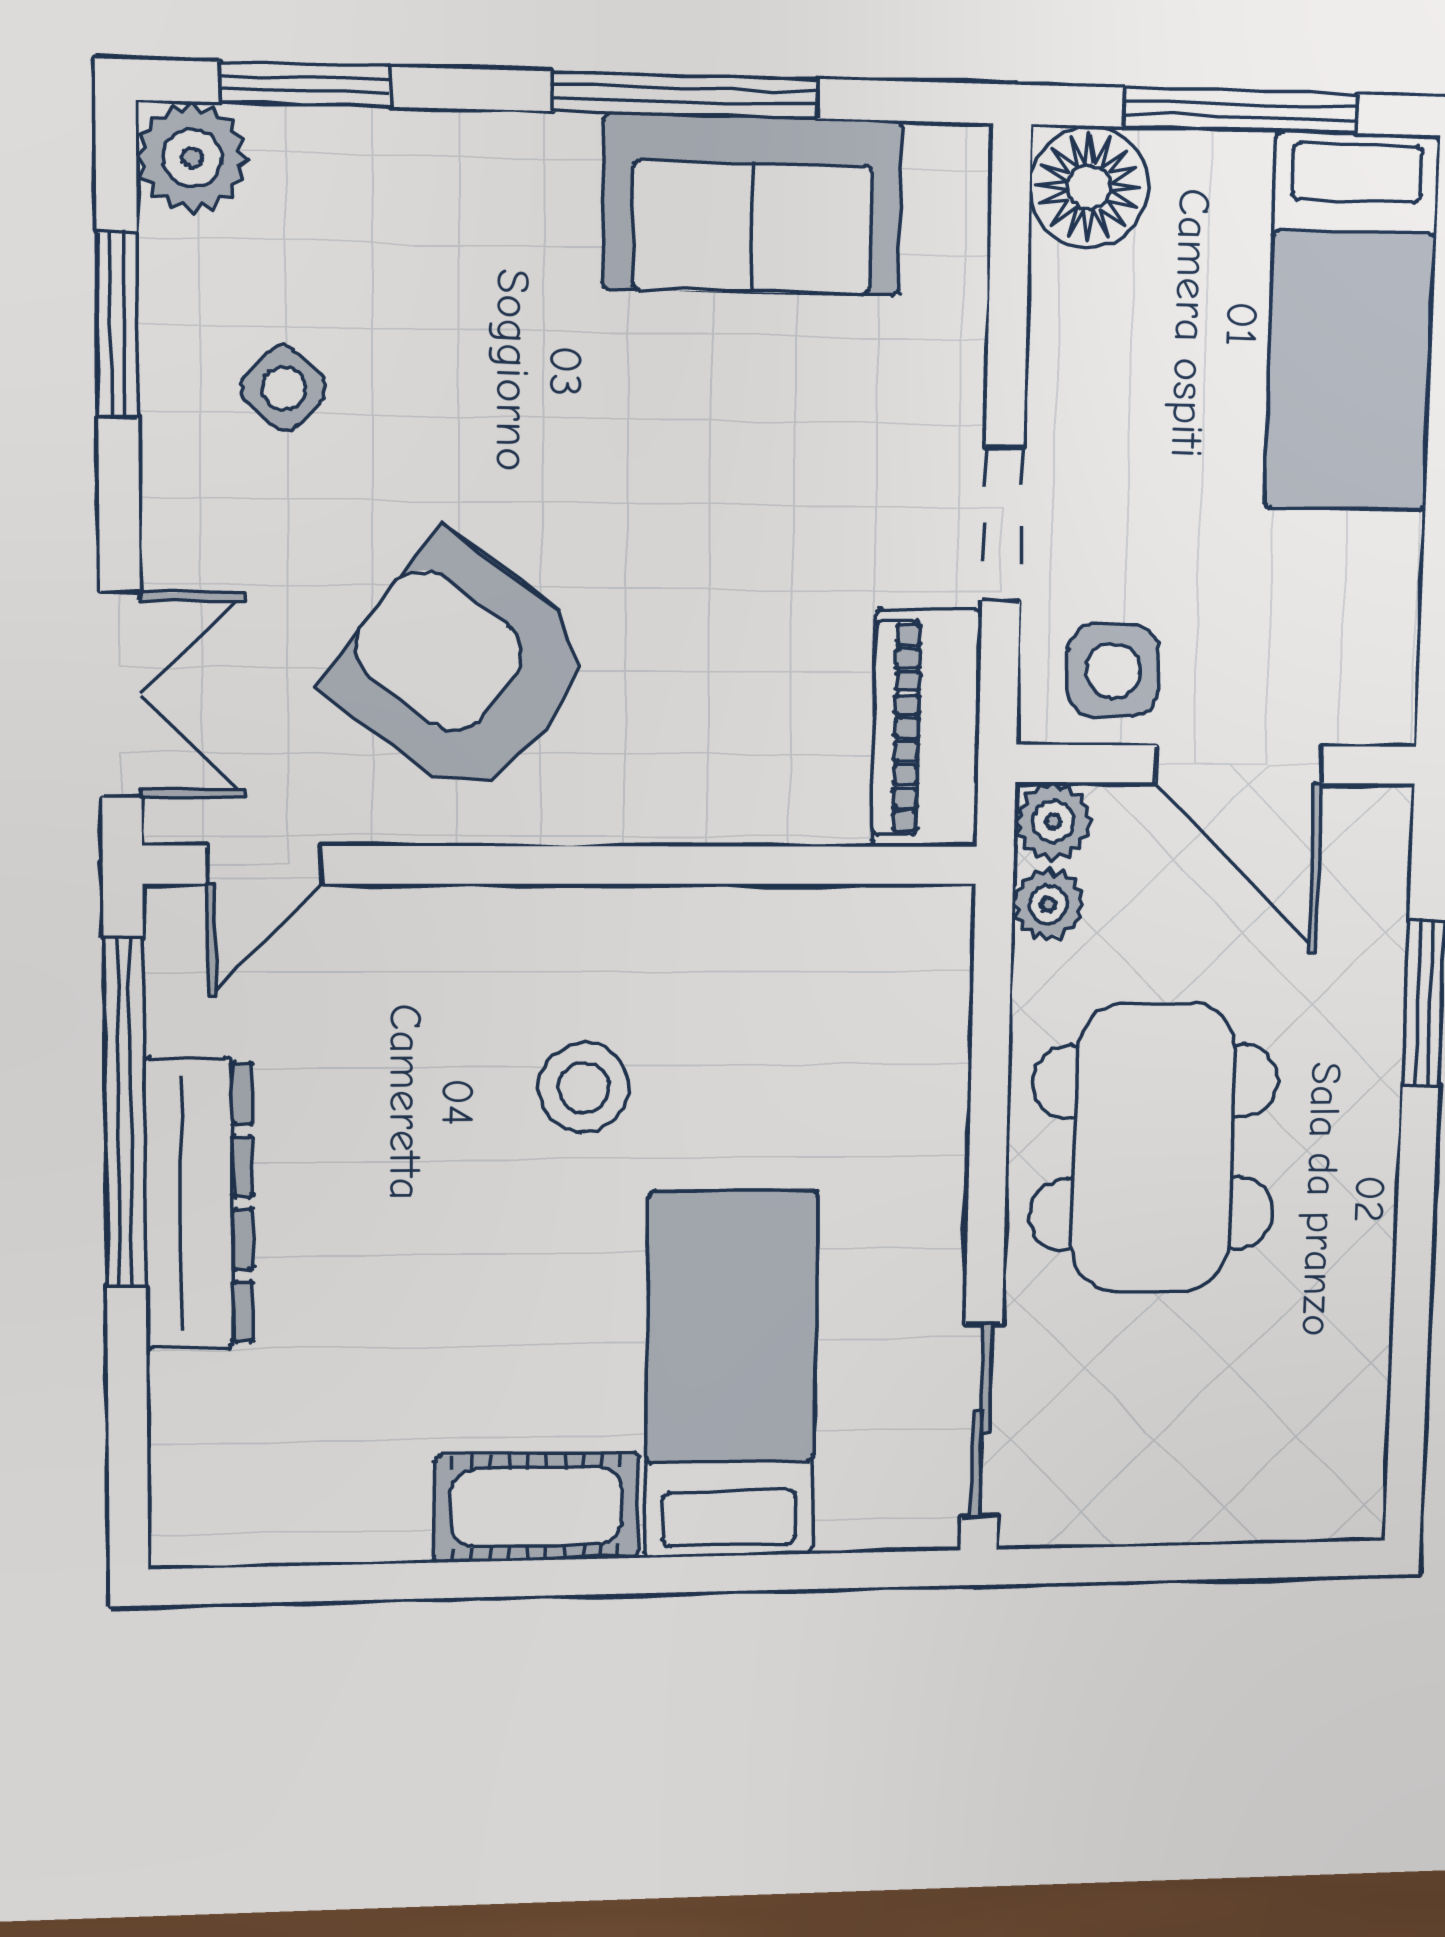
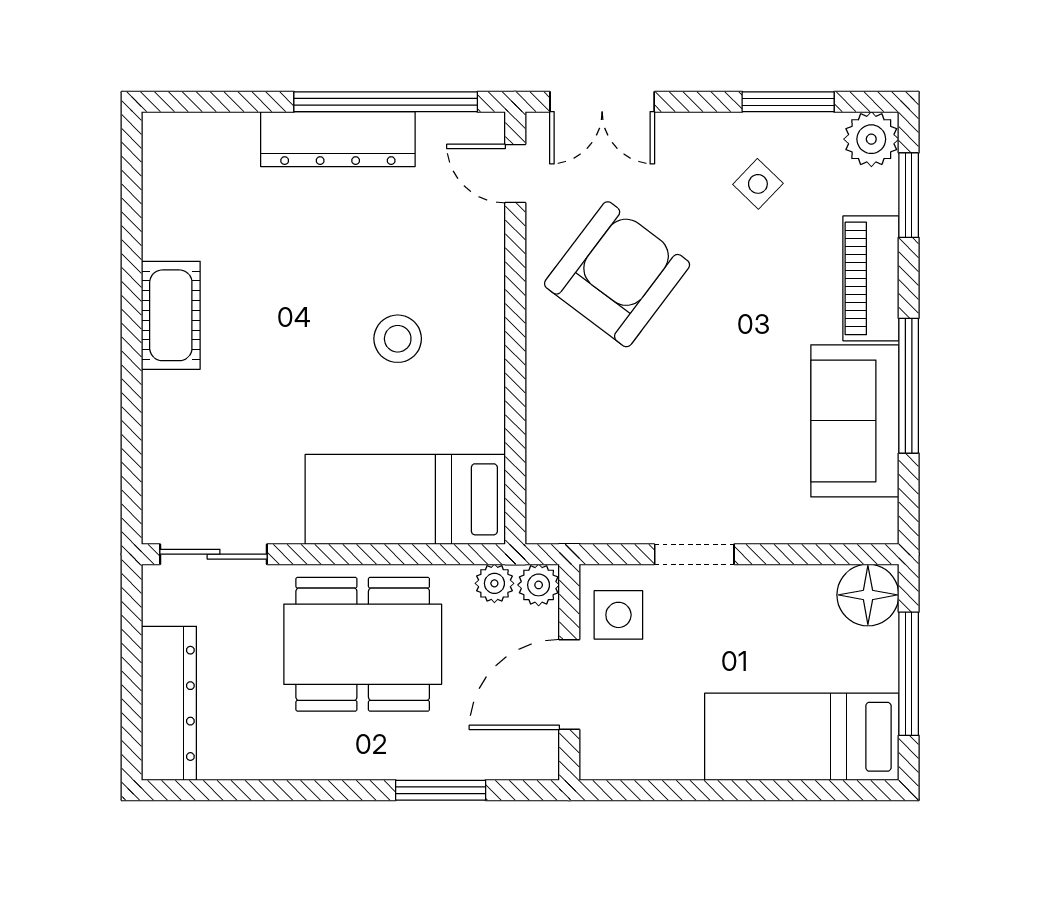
piano: (927, 728) -> (871, 278), moved, turned -90
bed: (731, 1374) -> (405, 499), moved, turned 180
dresser: (1249, 1495) -> (169, 703), added

